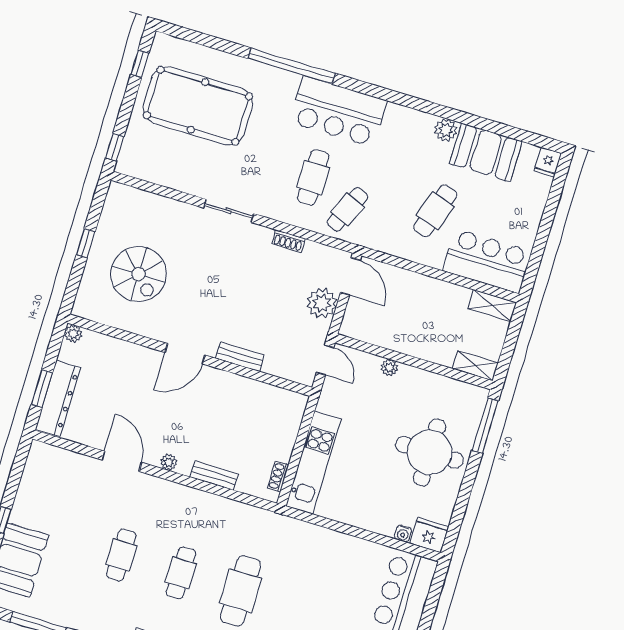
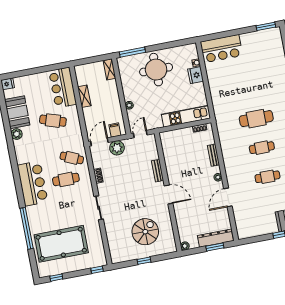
window: (292, 66) -> (27, 228), moved
pool table: (198, 106) -> (61, 244), turned 90
shelving: (492, 306) -> (84, 96), moved
filing cabinet: (357, 317) -> (115, 130), added
fridge: (429, 535) -> (196, 75), moved

